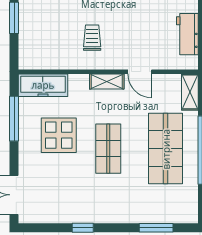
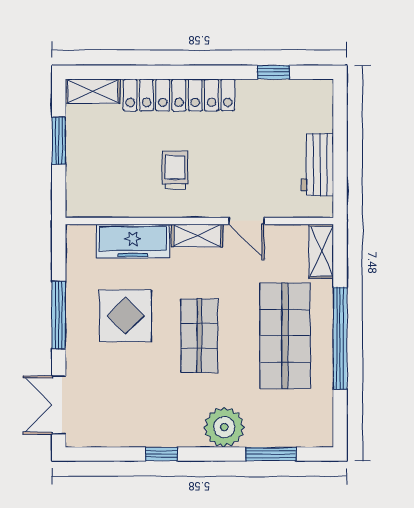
freezer: (43, 85) -> (133, 241), moved
window: (14, 119) -> (59, 315), moved
plant: (125, 210) -> (224, 427), added

